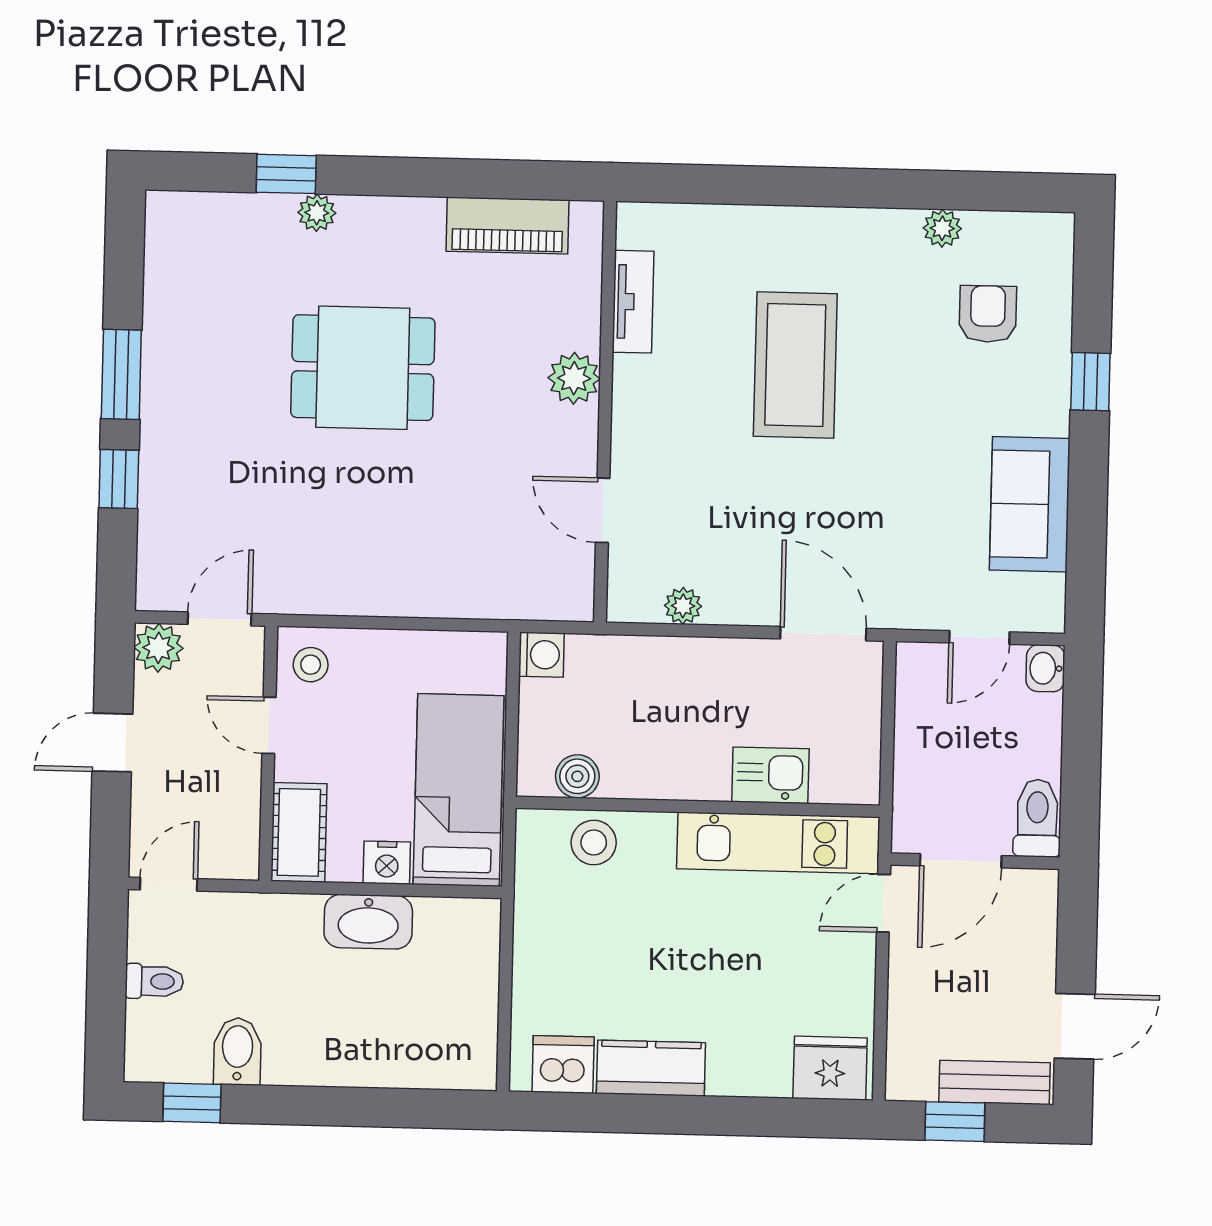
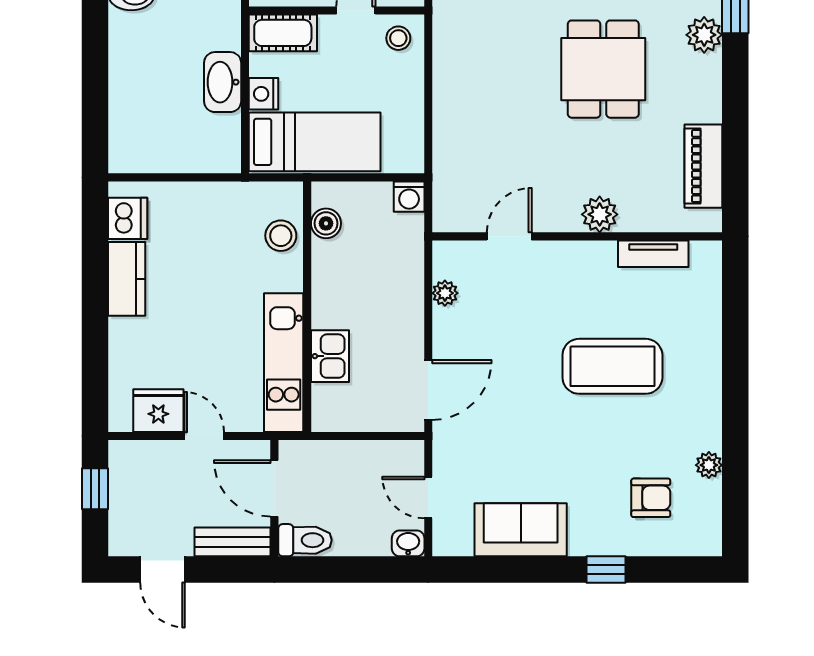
plant: (317, 213) -> (704, 35), width x1.38, depth x1.38
door: (883, 903) -> (204, 436), moved
fridge: (830, 1068) -> (158, 411), moved, turned -90
bench: (994, 1082) -> (233, 542), moved, turned 90

